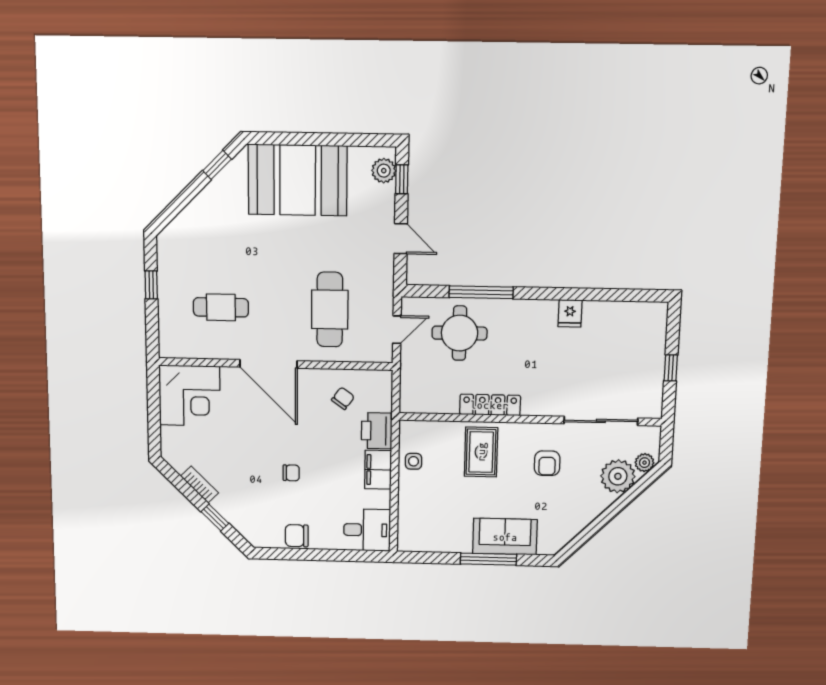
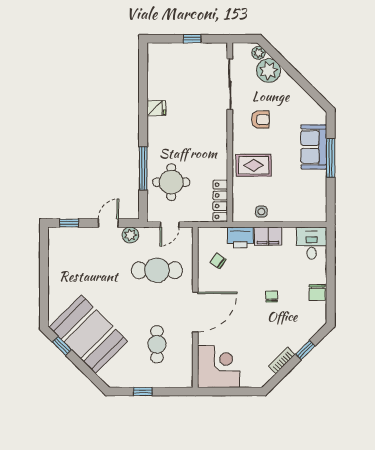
plant: (384, 171) -> (130, 235), moved
booth: (298, 180) -> (88, 334), moved, turned -45
door: (397, 330) -> (170, 225), swing flipped
locker: (490, 405) -> (220, 201), moved

